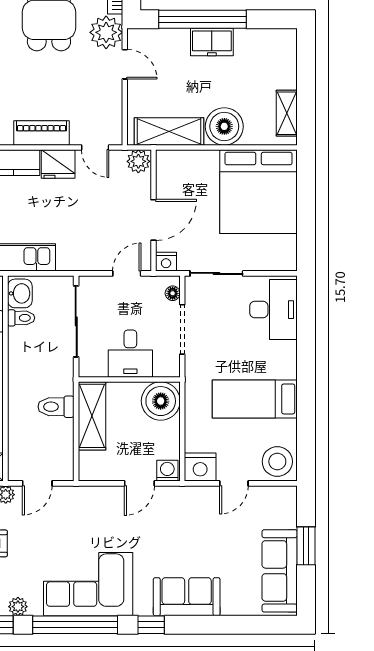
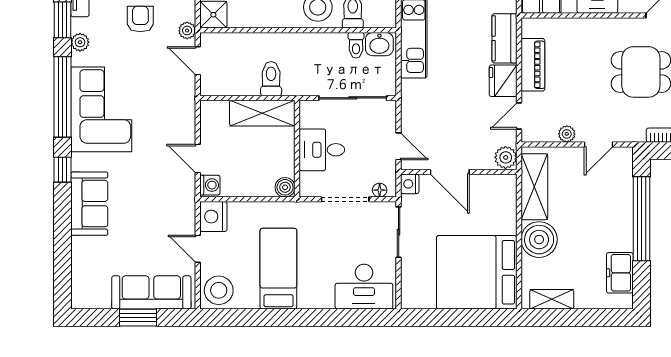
plant: (106, 32) -> (567, 134), moved, width x0.53, depth x0.53
freezer: (212, 42) -> (620, 273), moved
boiler: (161, 401) -> (285, 187), width x0.54, depth x0.54
sofa: (280, 571) -> (151, 292), moved

